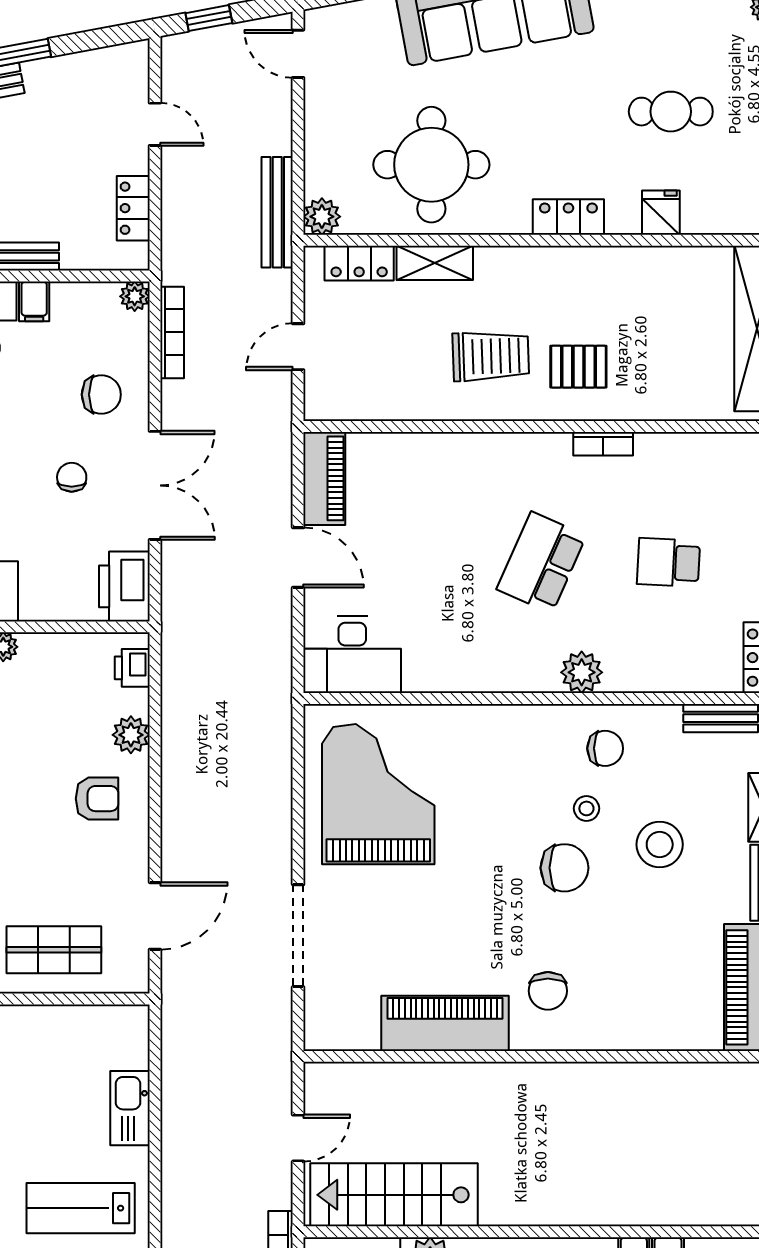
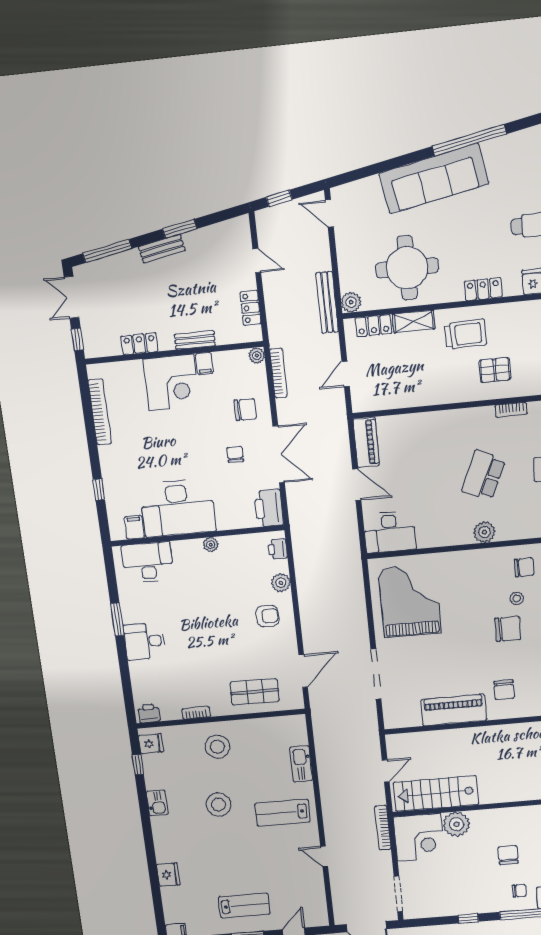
trolley: (491, 356) -> (465, 334), moved
plant: (582, 672) -> (484, 532), moved

